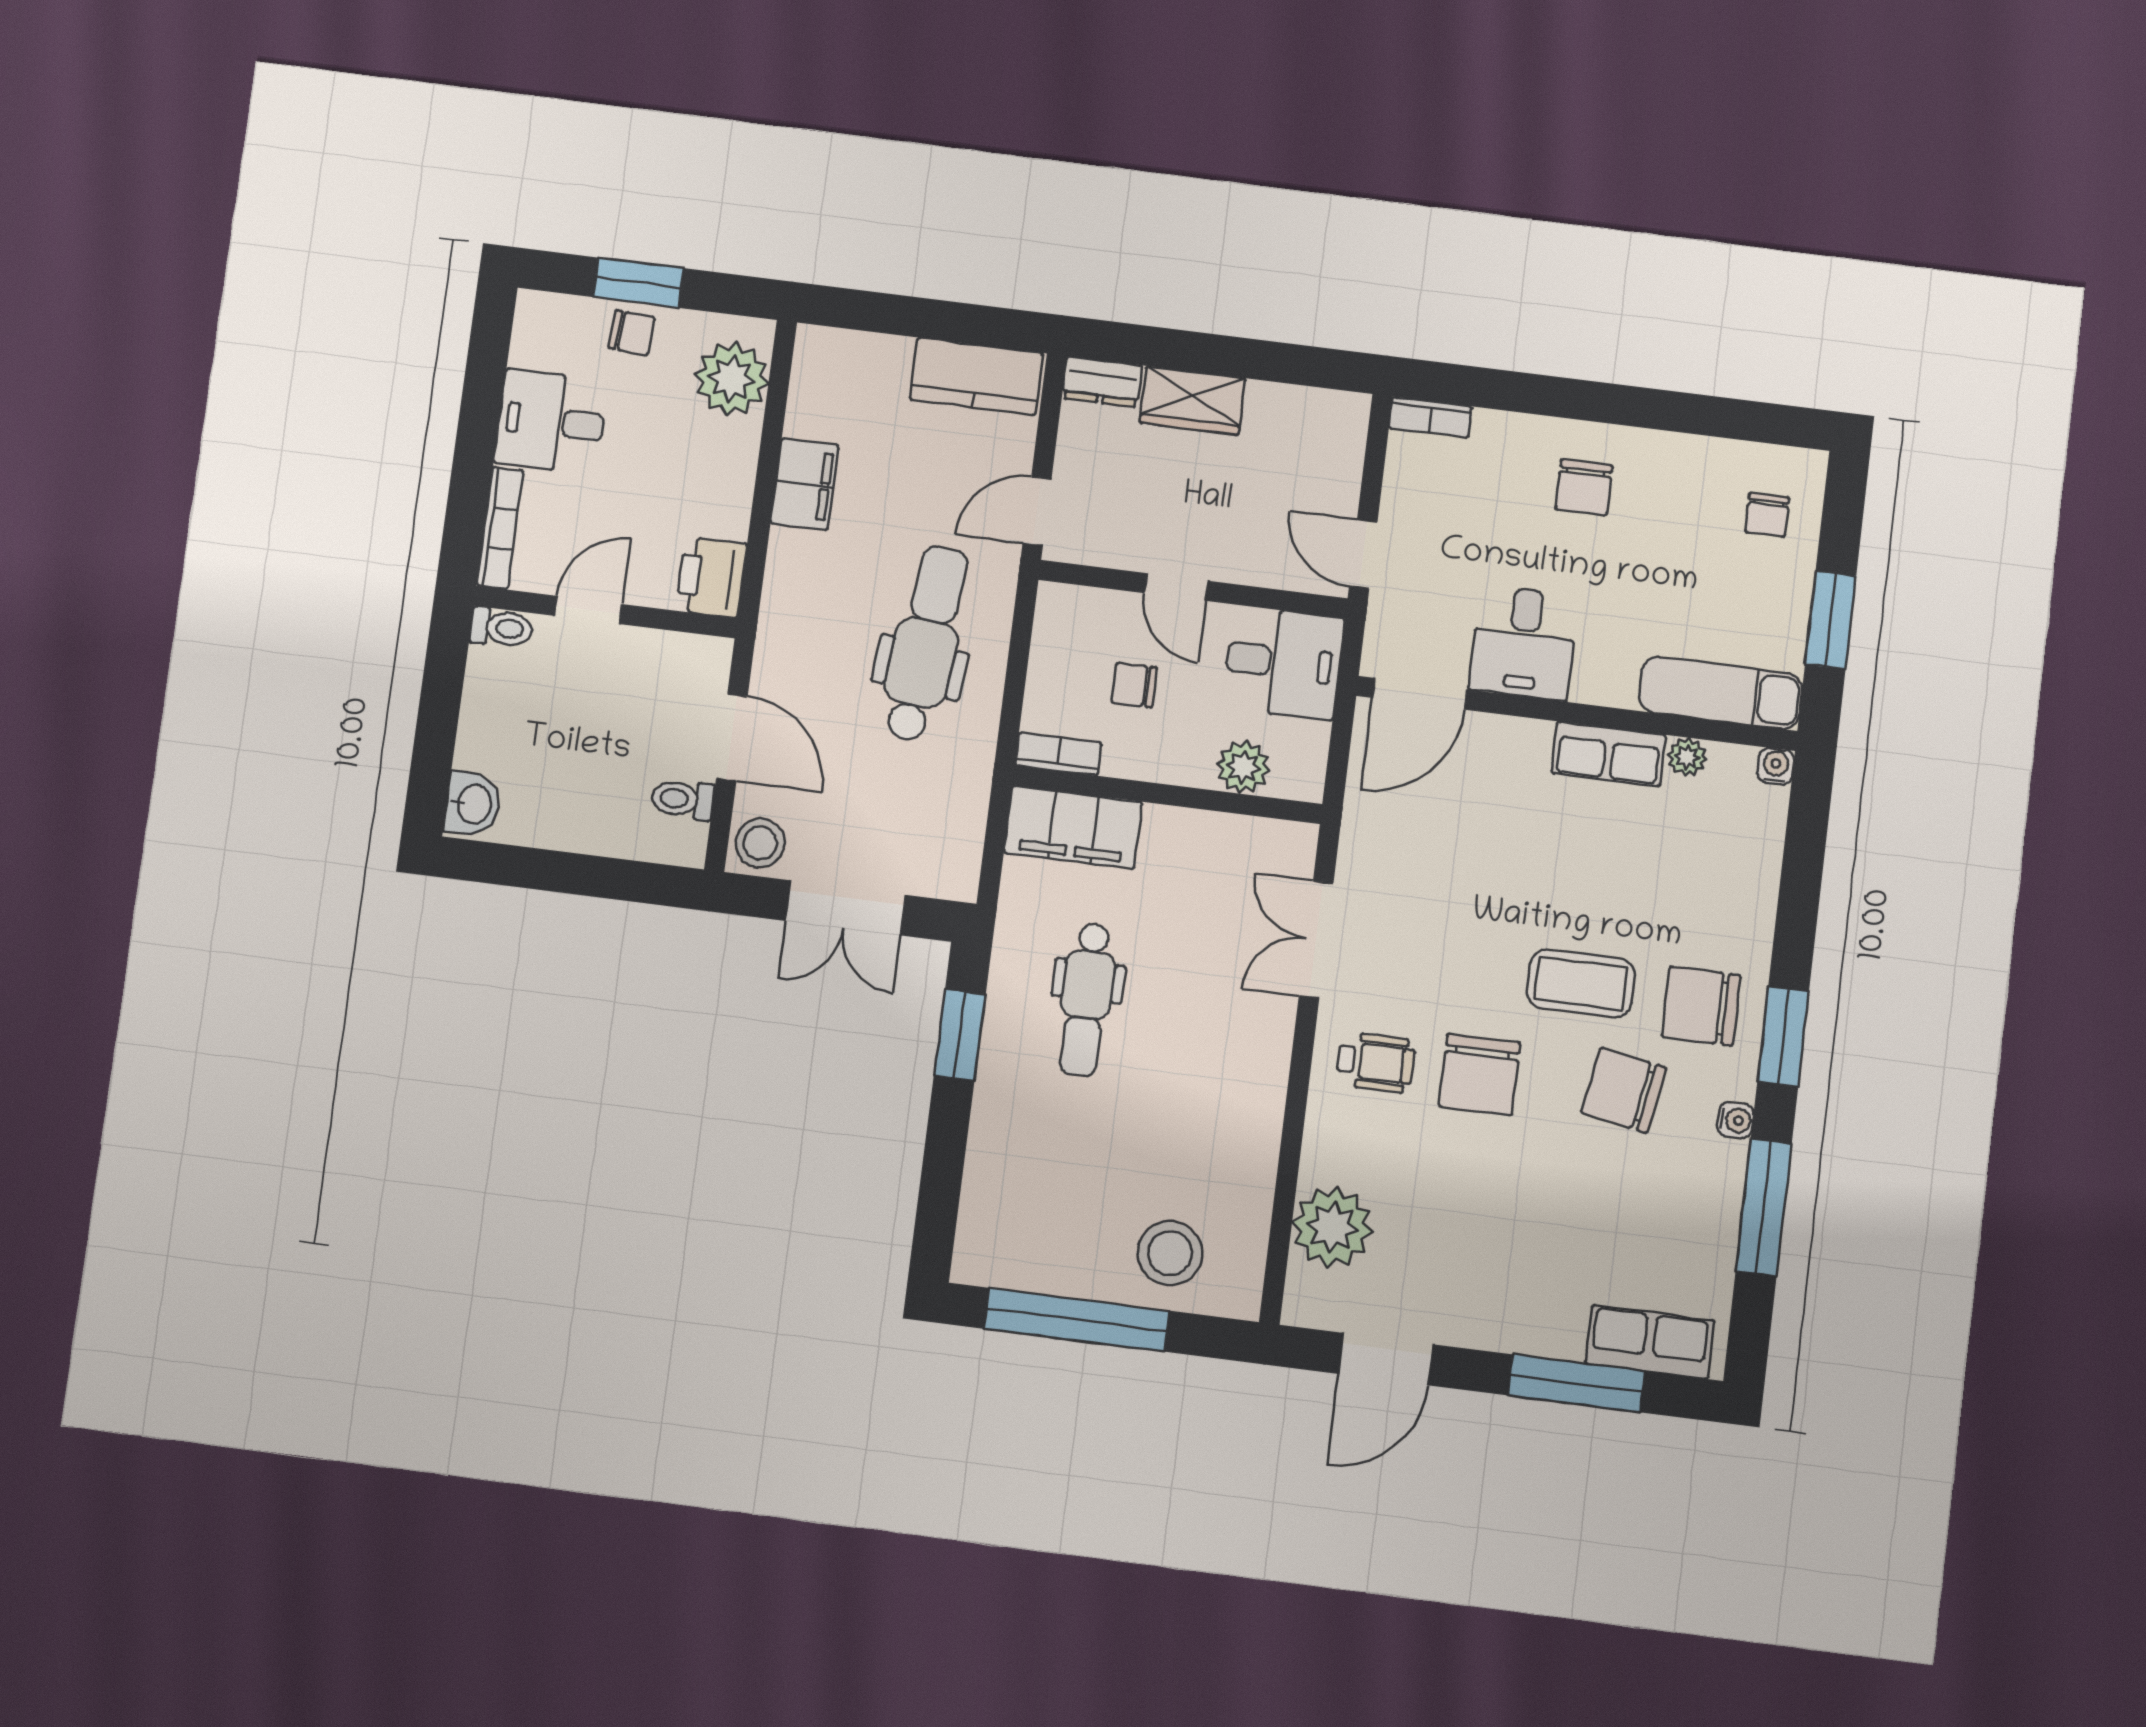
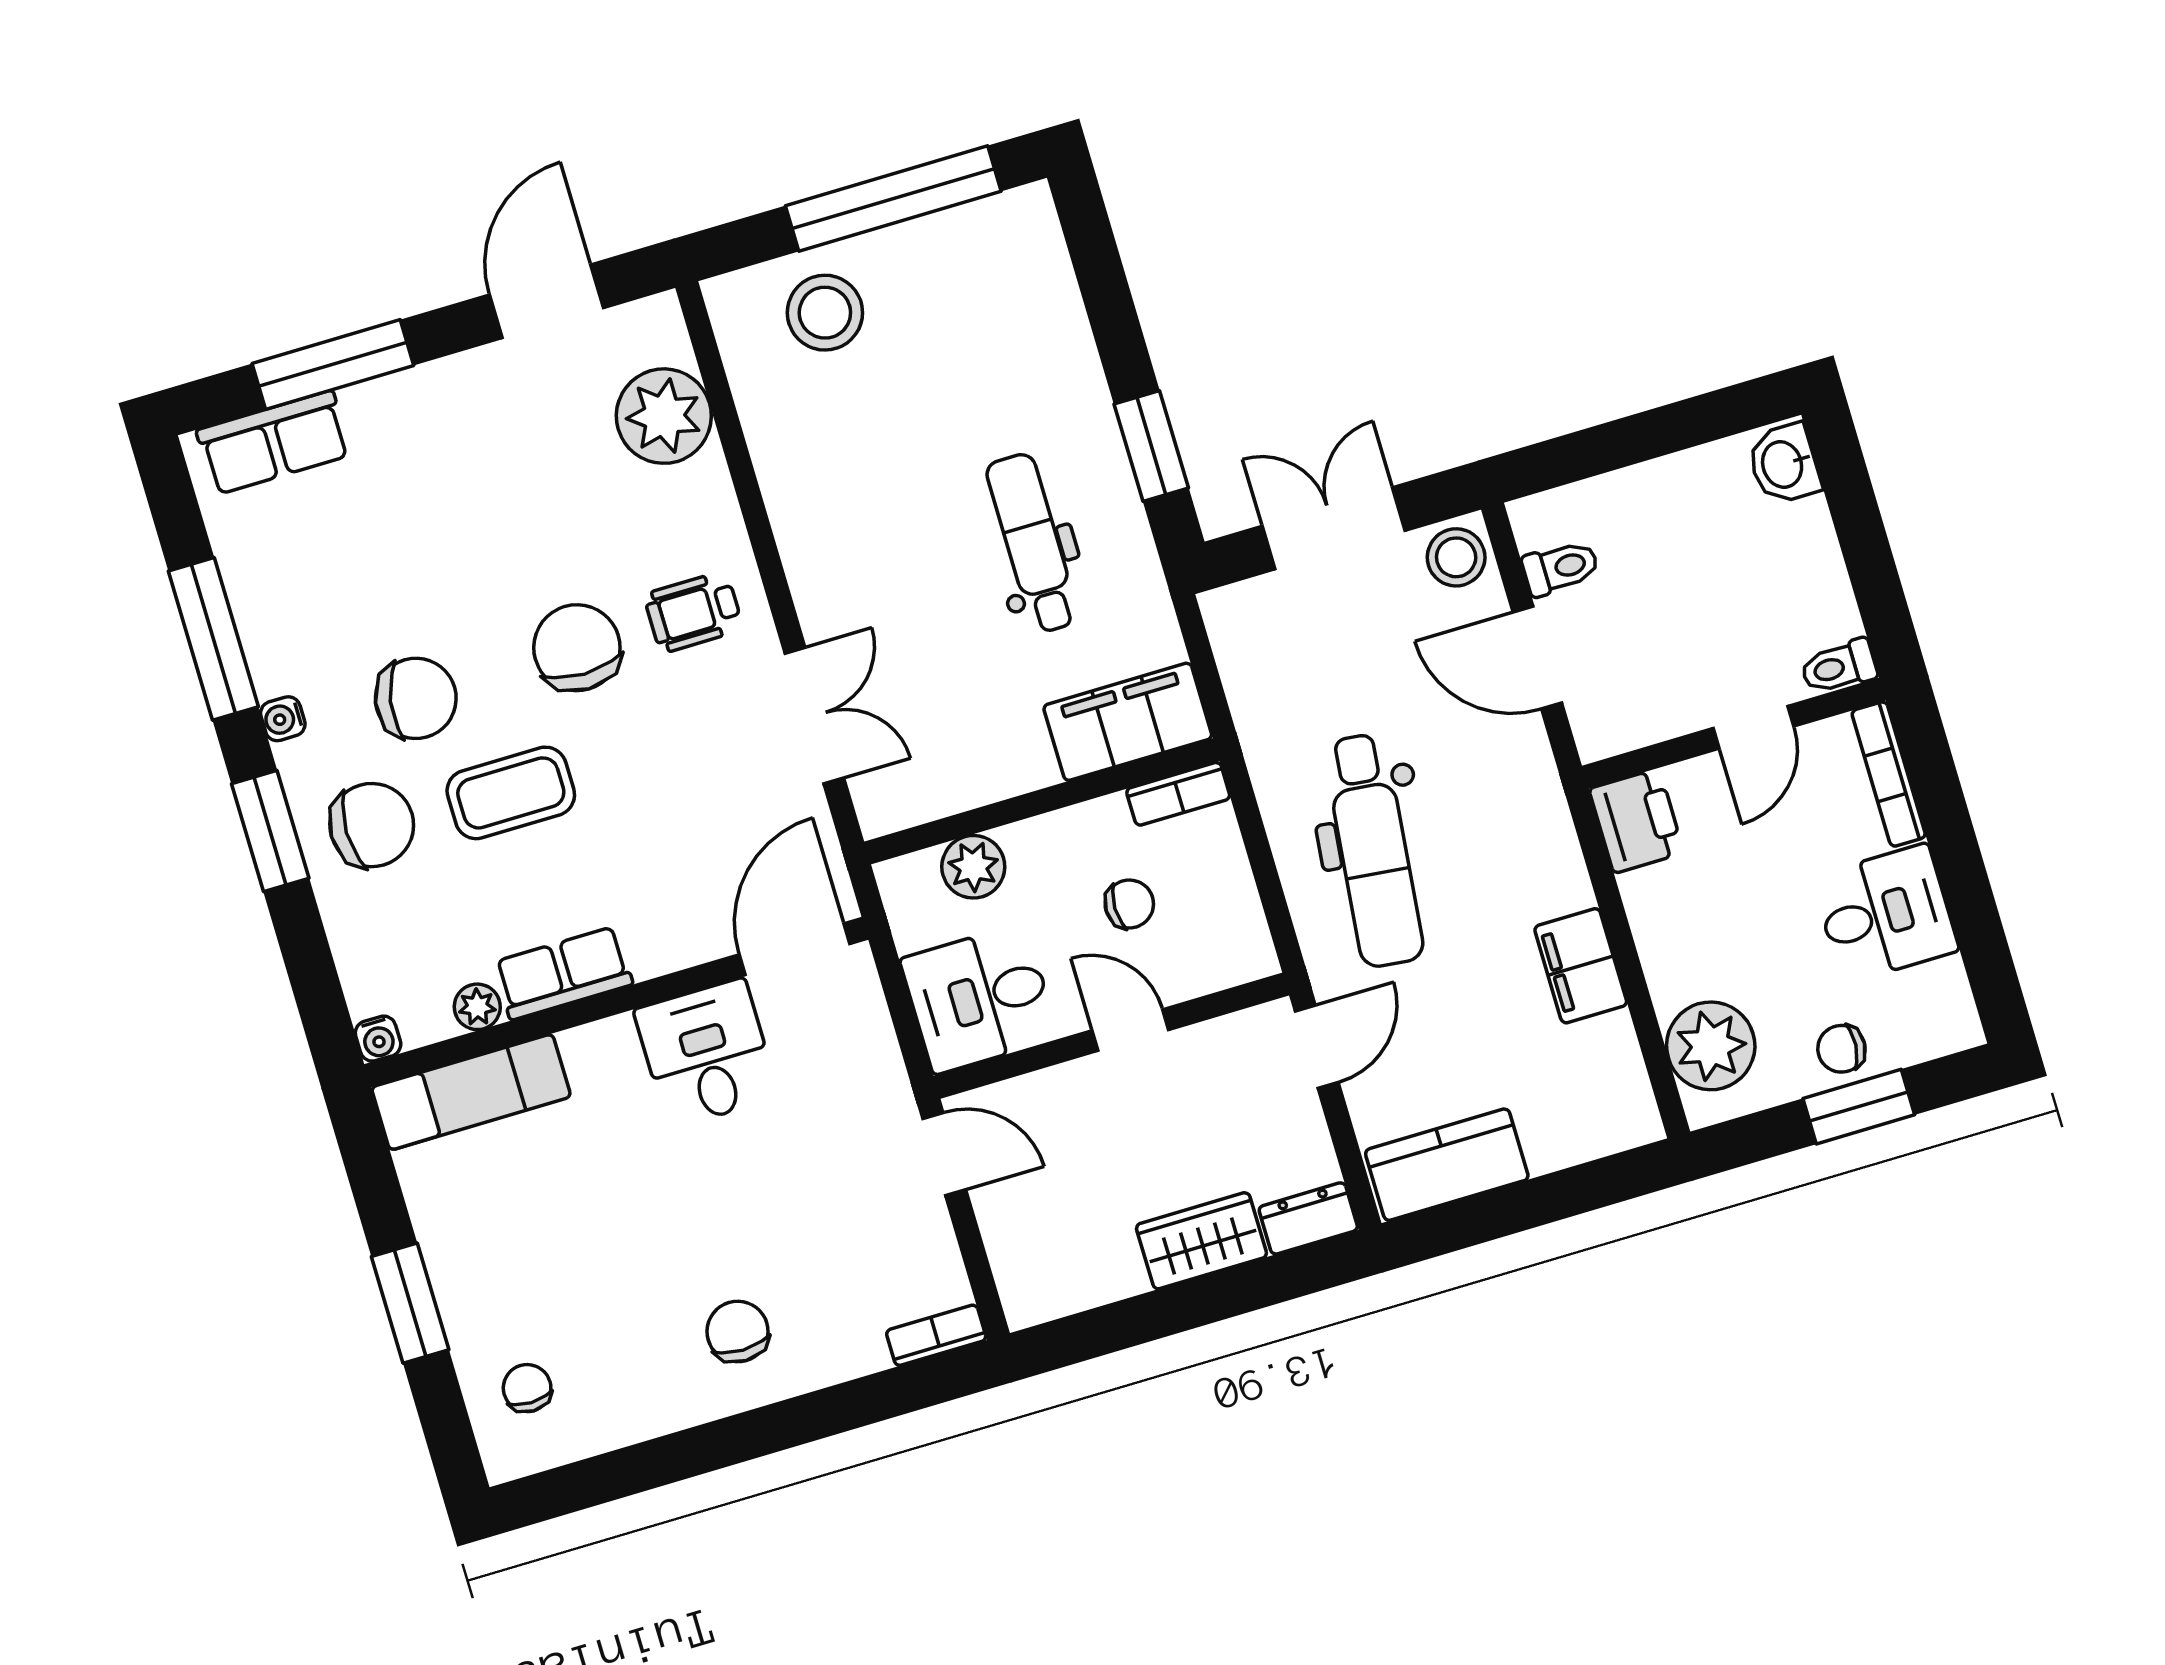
desk: (1523, 643) -> (706, 1053), moved
exam couch: (1721, 693) -> (471, 1092), moved
door: (1419, 694) -> (795, 949), moved
wall: (1577, 713) -> (616, 1002), moved
row of seats: (1609, 754) -> (563, 973), moved
plant: (1687, 757) -> (477, 1007), moved
water cooler: (1776, 766) -> (378, 1039), moved

